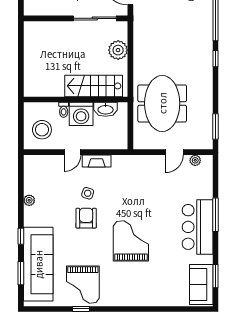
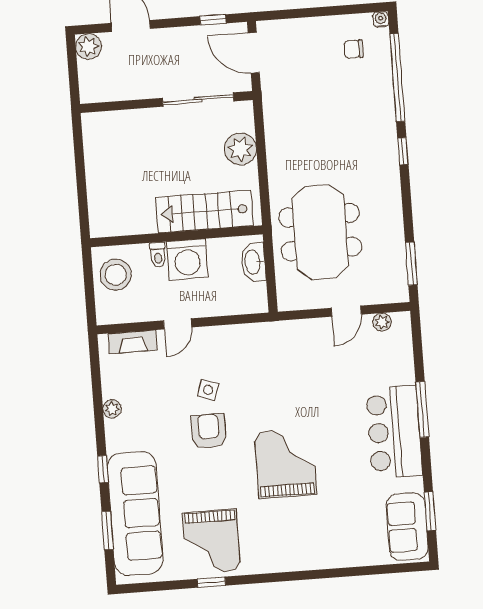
washbasin: (106, 109) -> (253, 262), moved, turned 90
stool: (42, 130) -> (116, 275), moved
fireplace: (97, 161) -> (133, 342), moved

